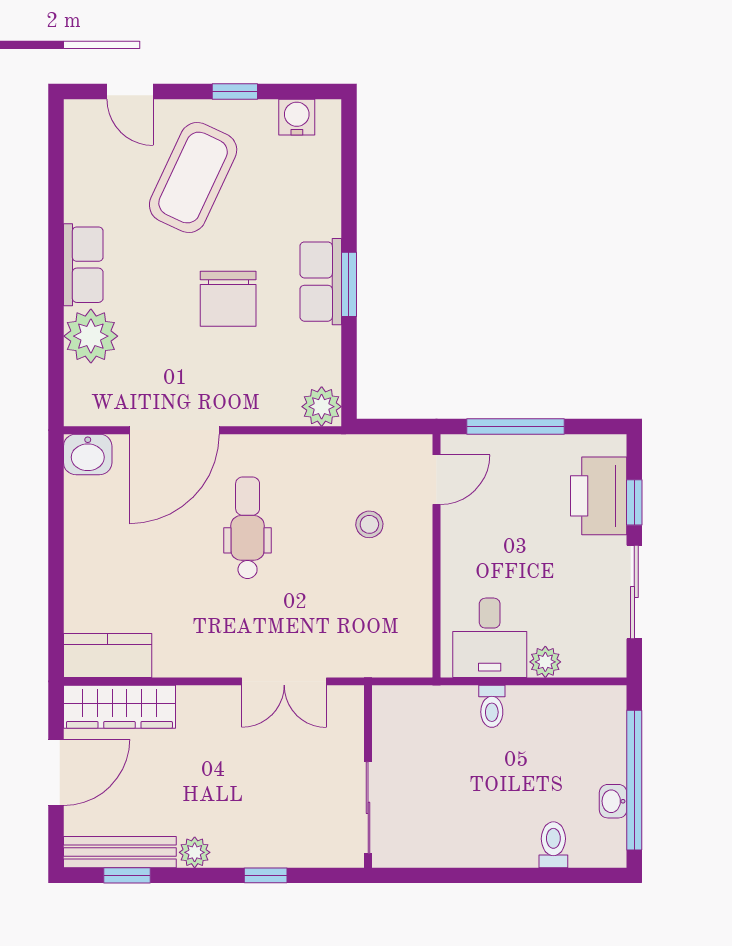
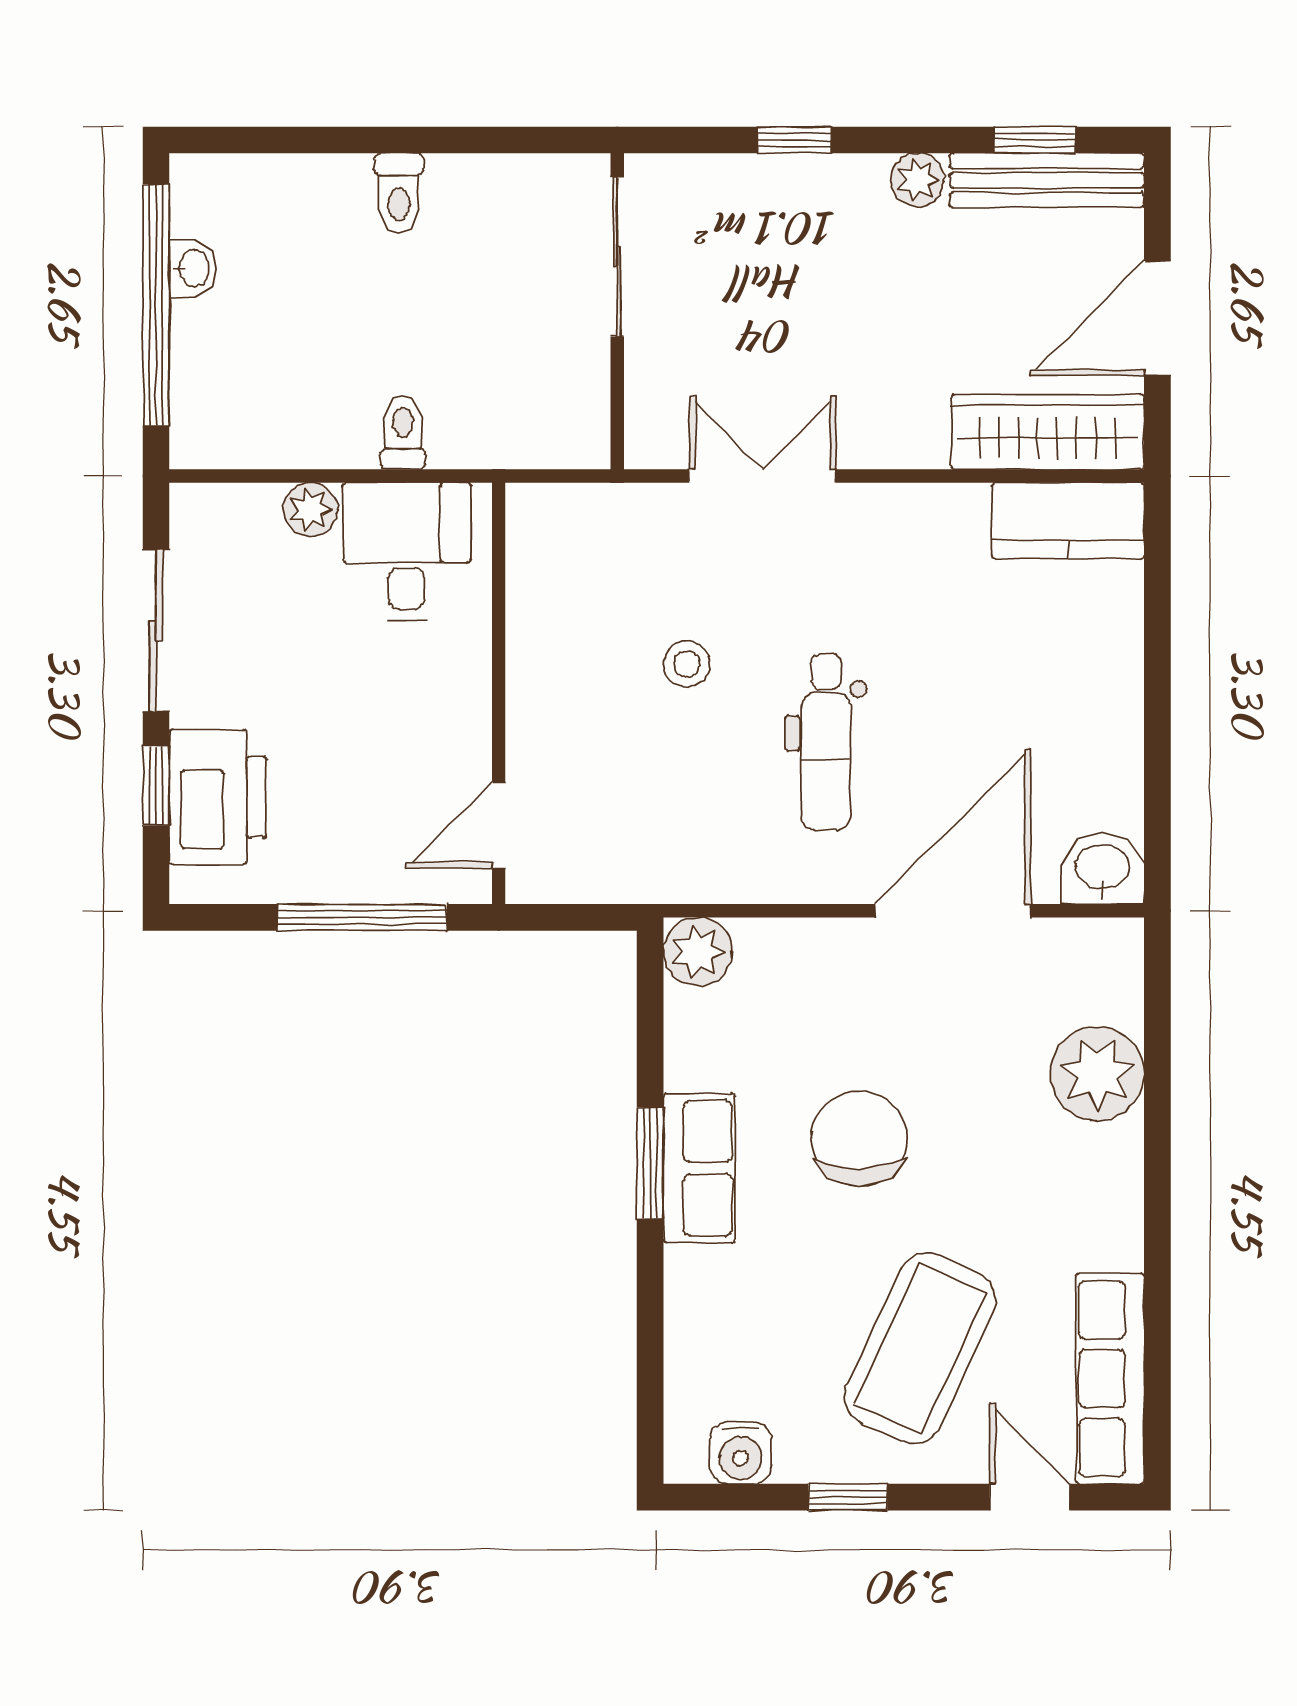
row of seats: (83, 265) -> (1110, 1379), moved, width x1.48
stool: (369, 524) -> (687, 664), moved
toilet: (553, 845) -> (399, 193), moved

